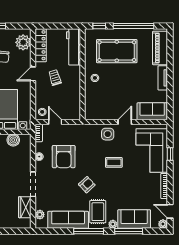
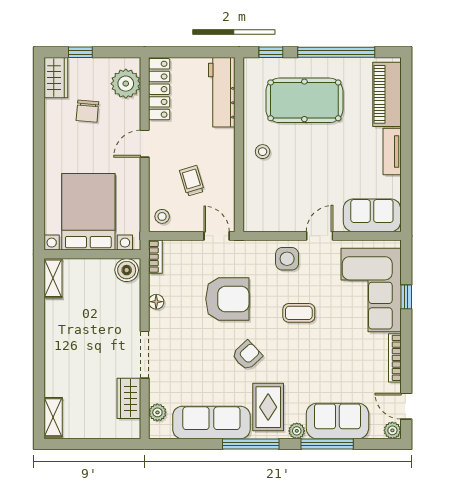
trolley: (55, 78) -> (192, 181), moved
door: (55, 122) -> (217, 236), moved
boiler: (13, 140) -> (127, 270), moved
armchair: (64, 157) -> (227, 299), moved, turned -90

